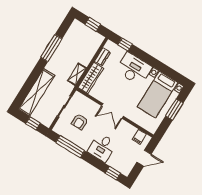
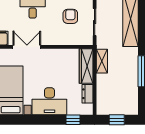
double door: (112, 111) -> (27, 47), moved

